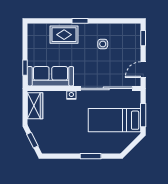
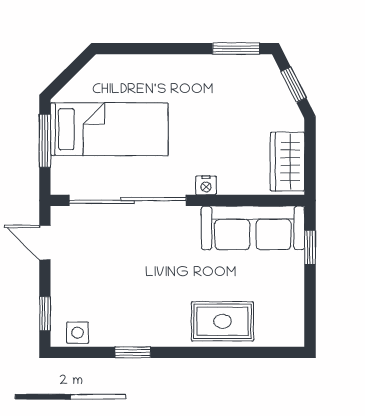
window: (80, 21) -> (133, 352), moved
side table: (103, 44) -> (78, 333), moved
door: (143, 70) -> (45, 243), swing flipped
window: (91, 156) -> (236, 49), moved

